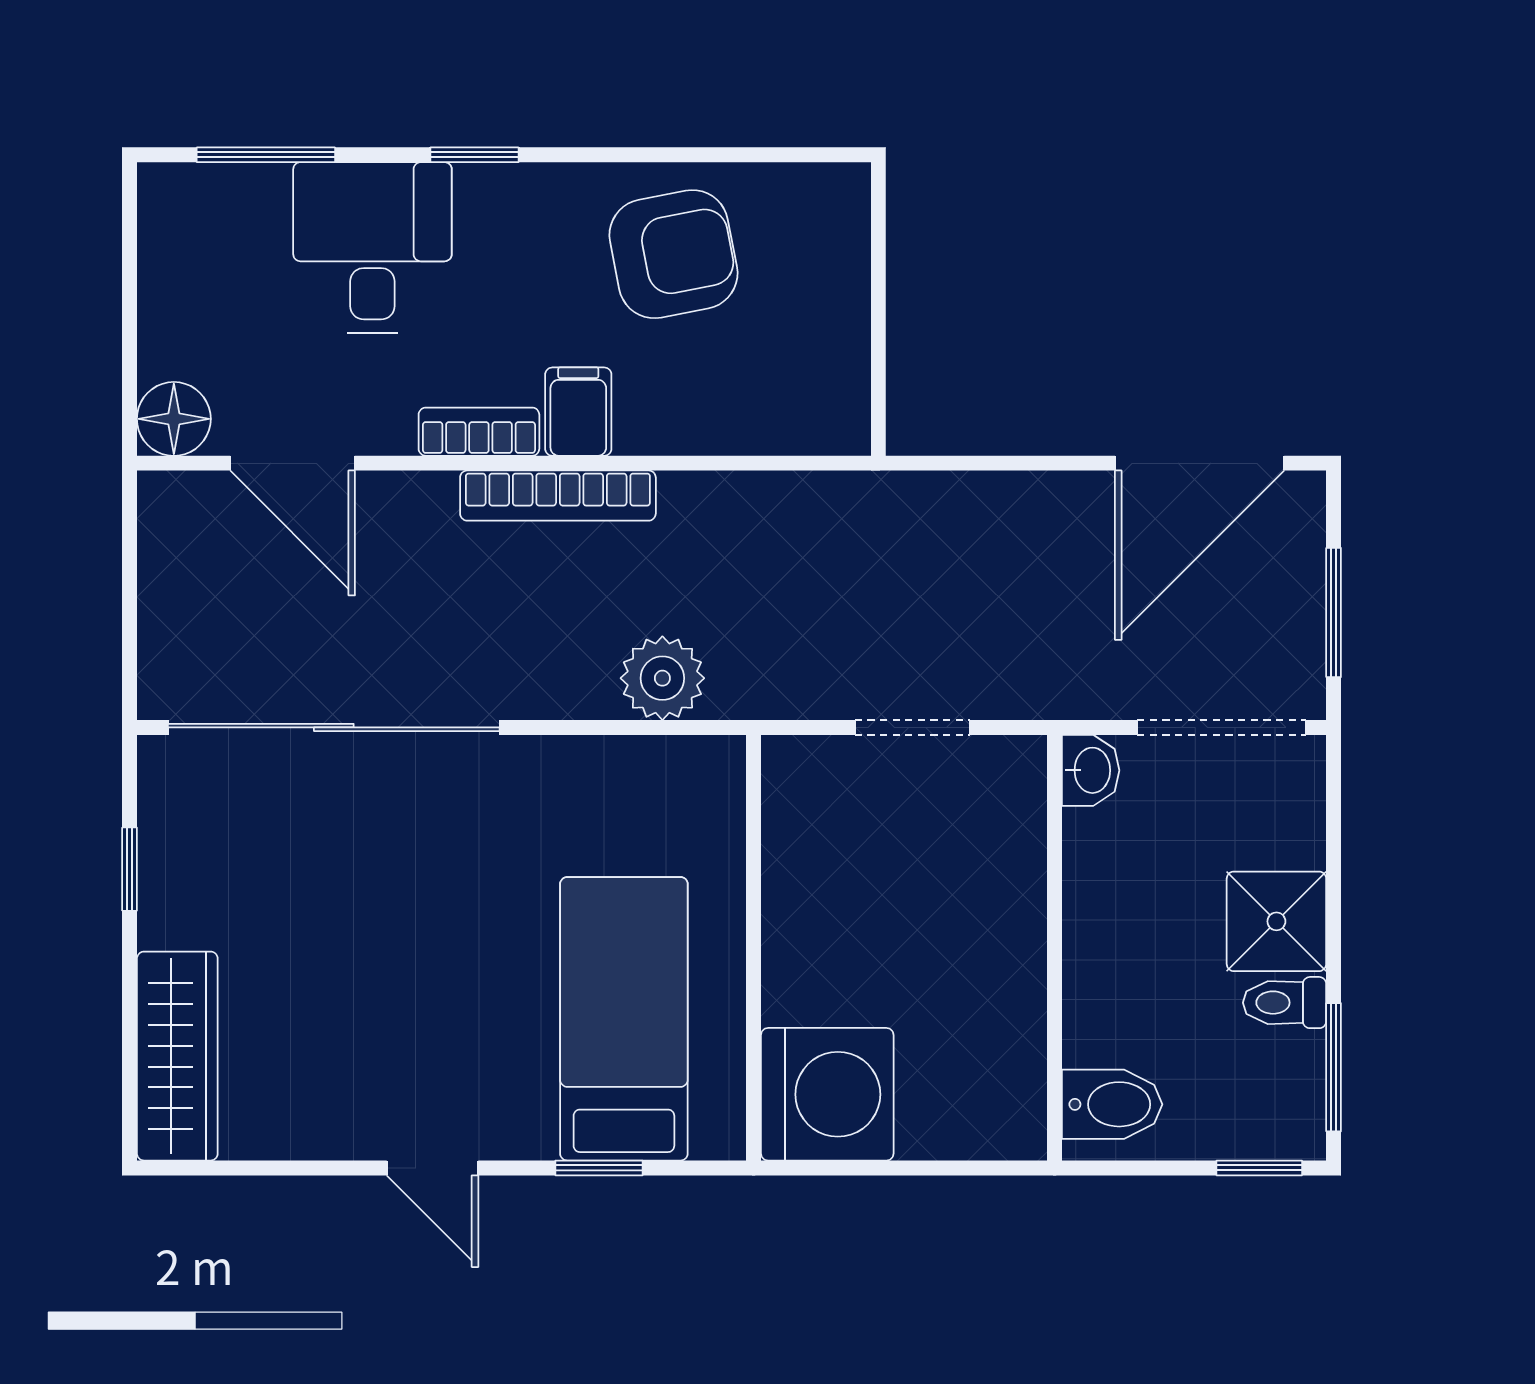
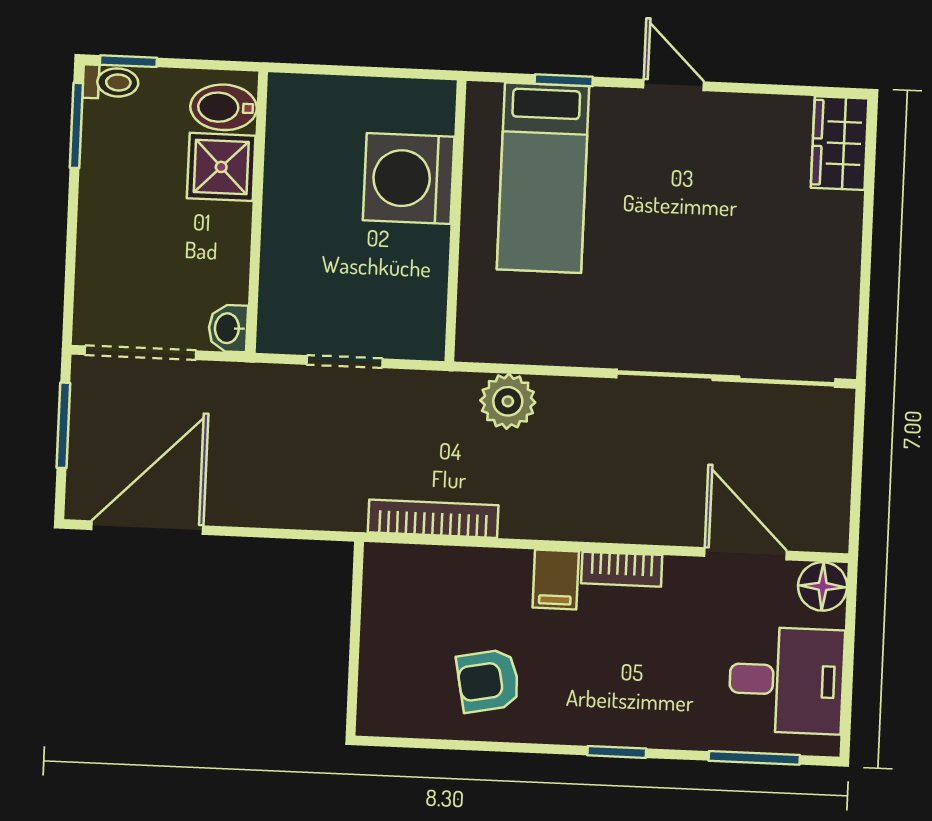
desk: (372, 248) -> (786, 680), moved, turned -90
armchair: (673, 254) -> (488, 681), width x0.72, depth x0.72
bookcase: (558, 496) -> (433, 519), moved
window: (130, 869) -> (865, 291), removed
shower: (1276, 921) -> (221, 167), moved
toilet: (1285, 1003) -> (111, 82), moved
wardrobe: (177, 1056) -> (840, 143), width x0.67
washing machine: (827, 1094) -> (409, 178), moved

